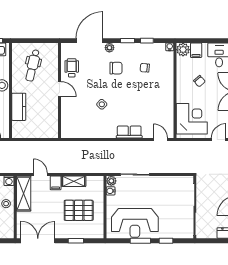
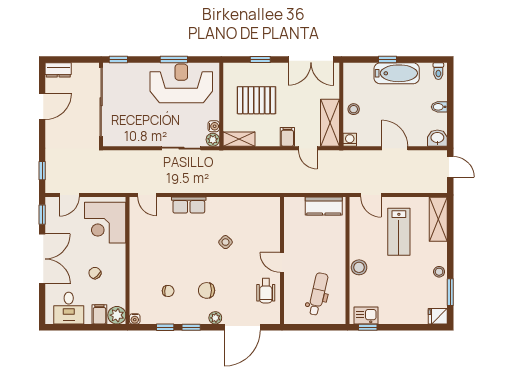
kitchen counter: (19, 107) -> (324, 206), moved, turned -90
shelving: (74, 181) -> (239, 139), moved
window: (166, 241) -> (118, 60), moved

